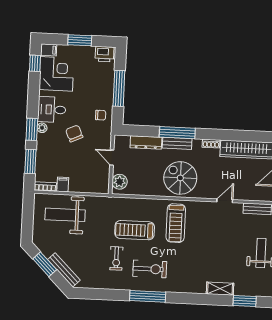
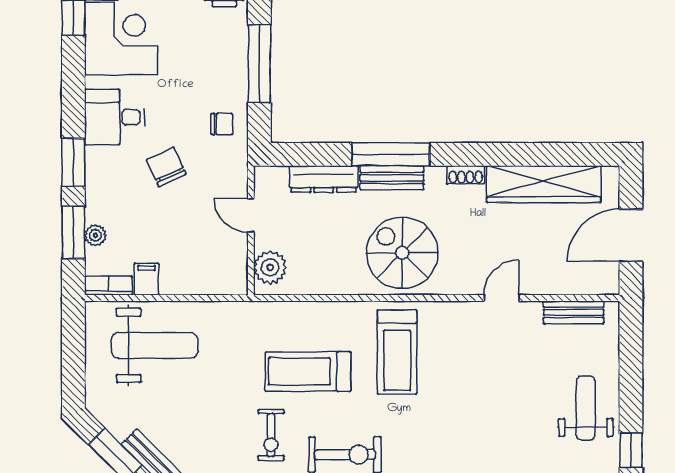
plant: (42, 128) -> (95, 235), moved
weight bench: (65, 215) -> (155, 345), turned 180

